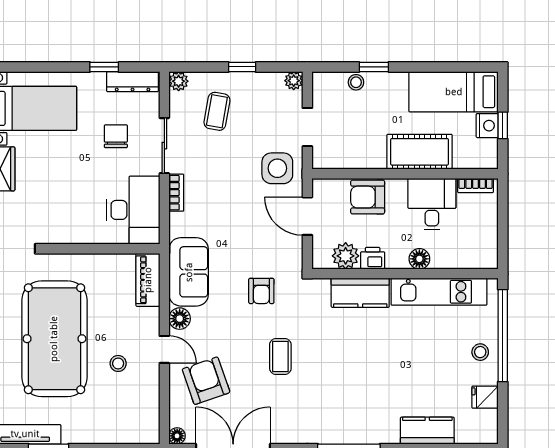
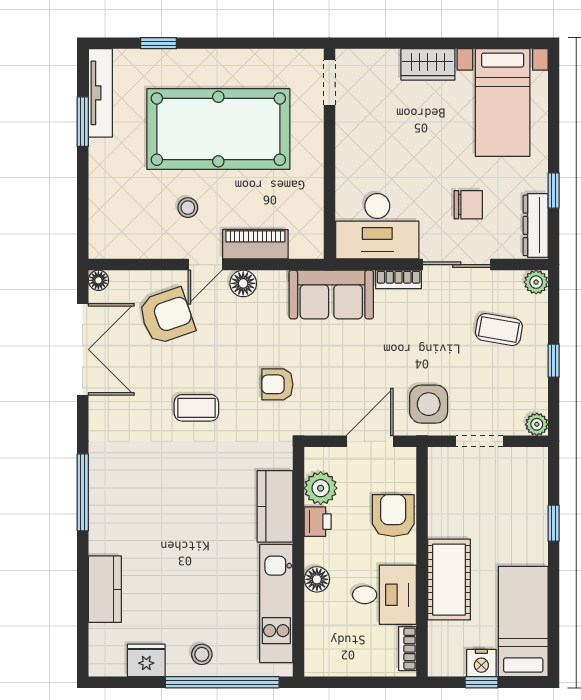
stool: (356, 82) -> (535, 501), removed
sofa: (189, 272) -> (331, 295), moved
piano: (148, 280) -> (255, 244), moved
fridge: (485, 397) -> (146, 660), width x1.38

